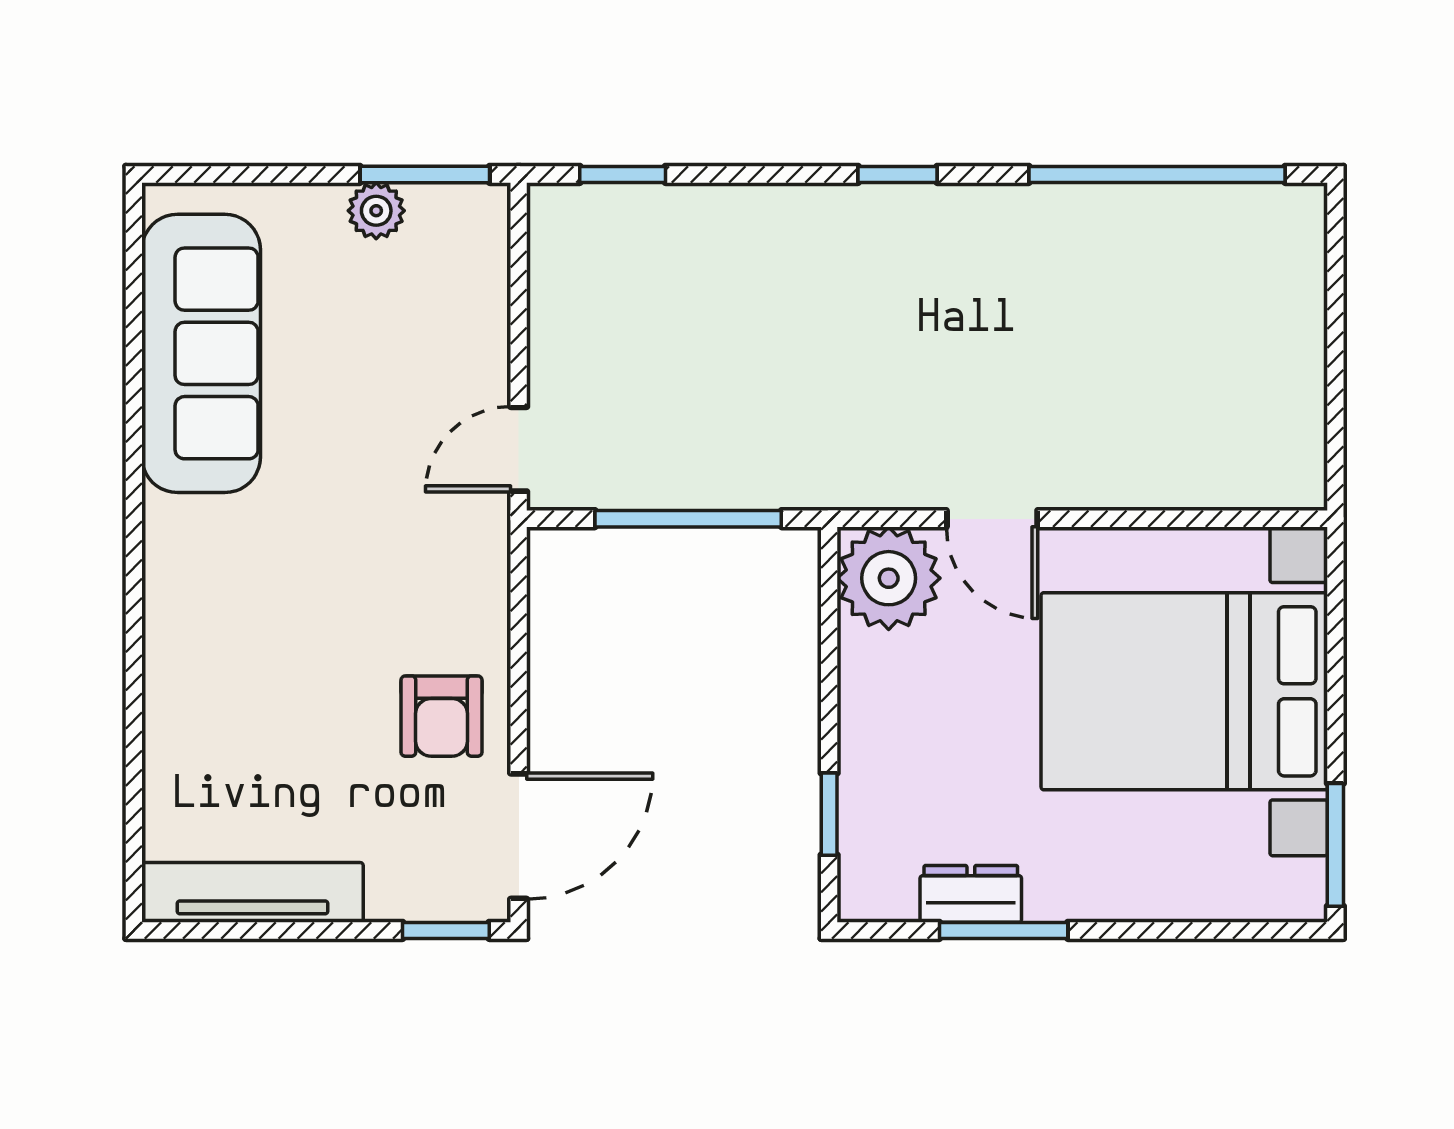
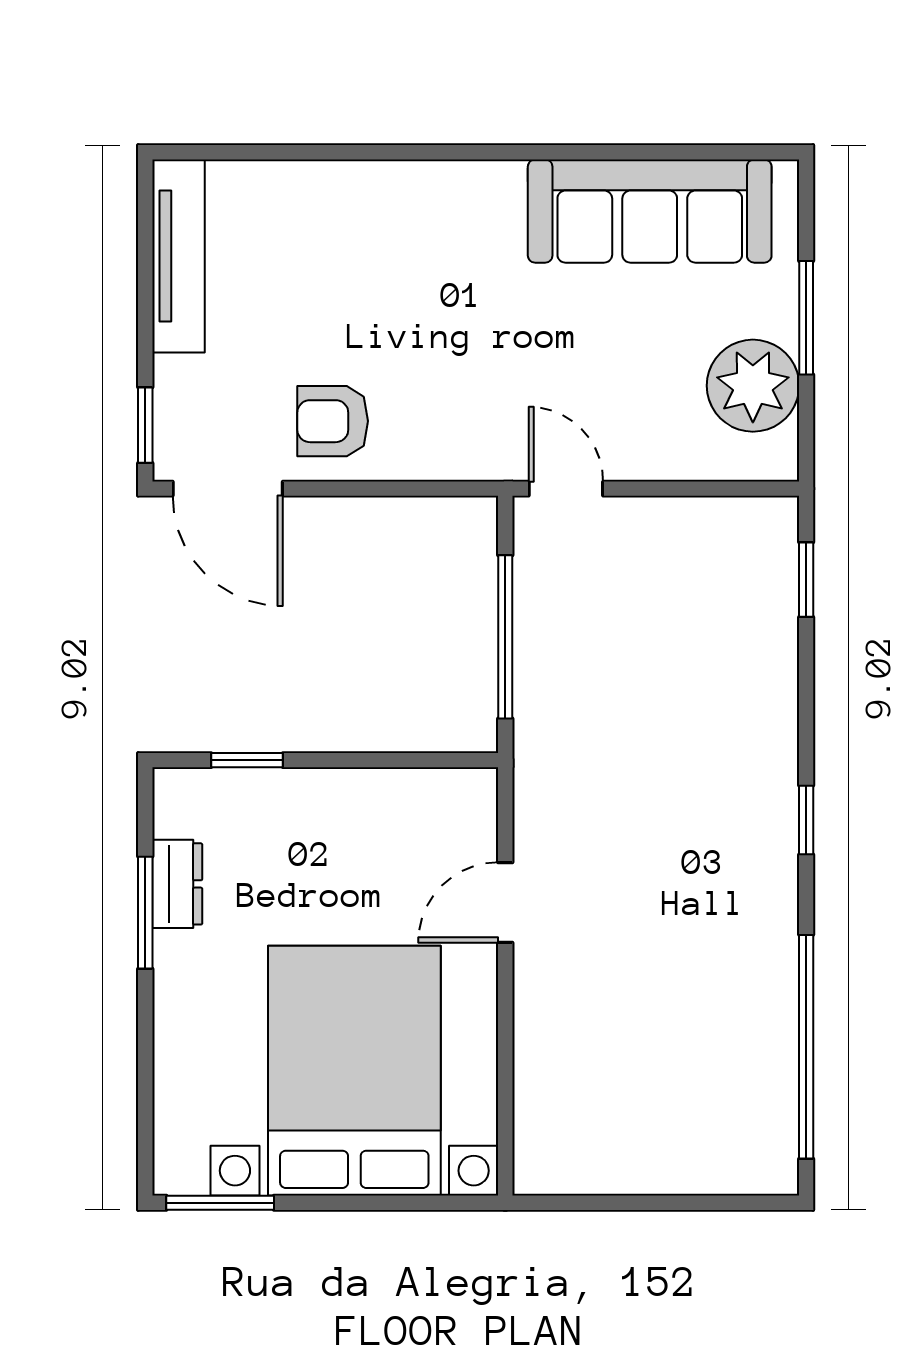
window: (425, 174) -> (806, 318), moved
plant: (376, 211) -> (753, 386), width x1.88, depth x1.88
plant: (889, 578) -> (453, 812), removed

